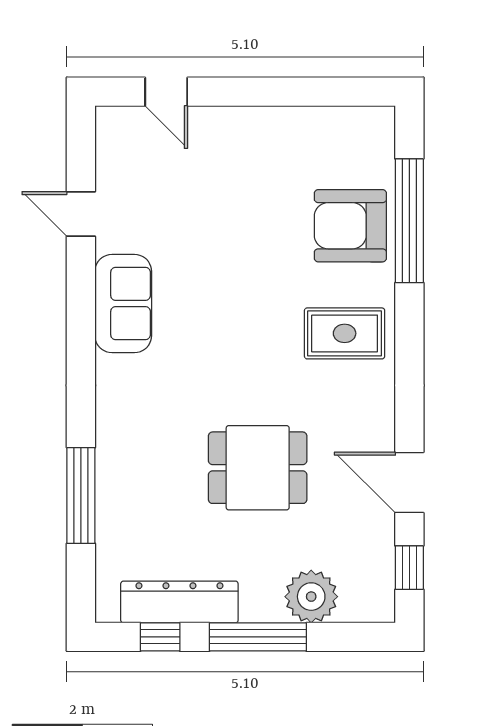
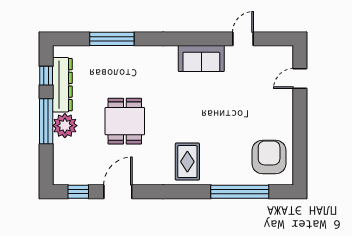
armchair: (350, 226) -> (269, 157), moved
plant: (311, 597) -> (65, 126), moved

